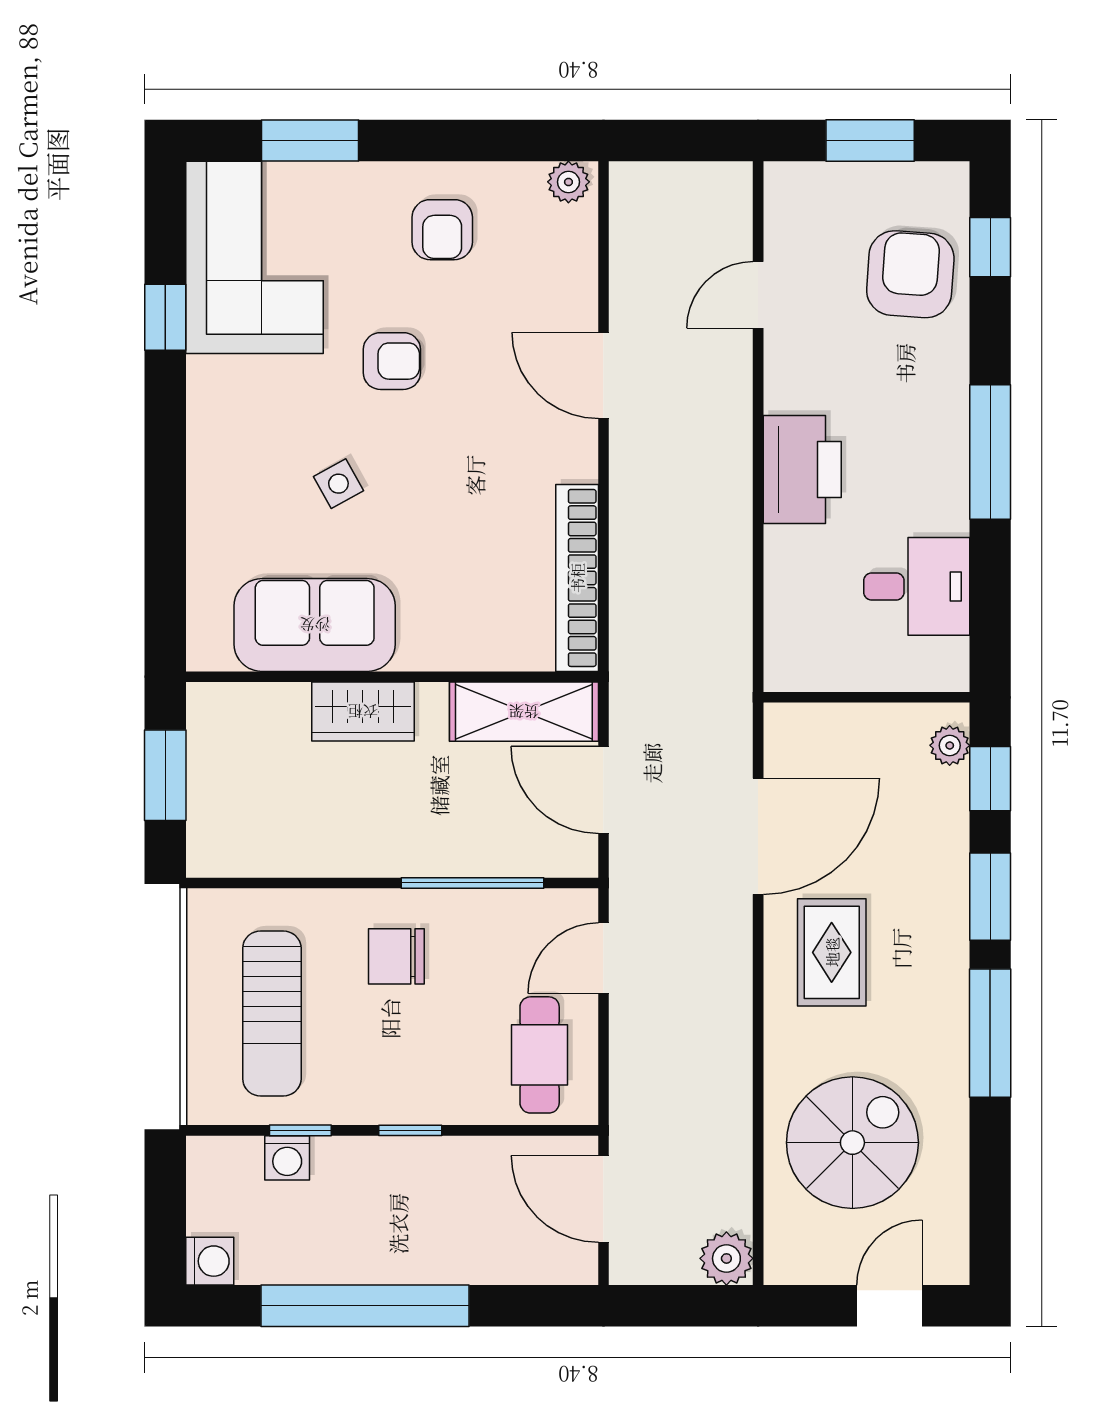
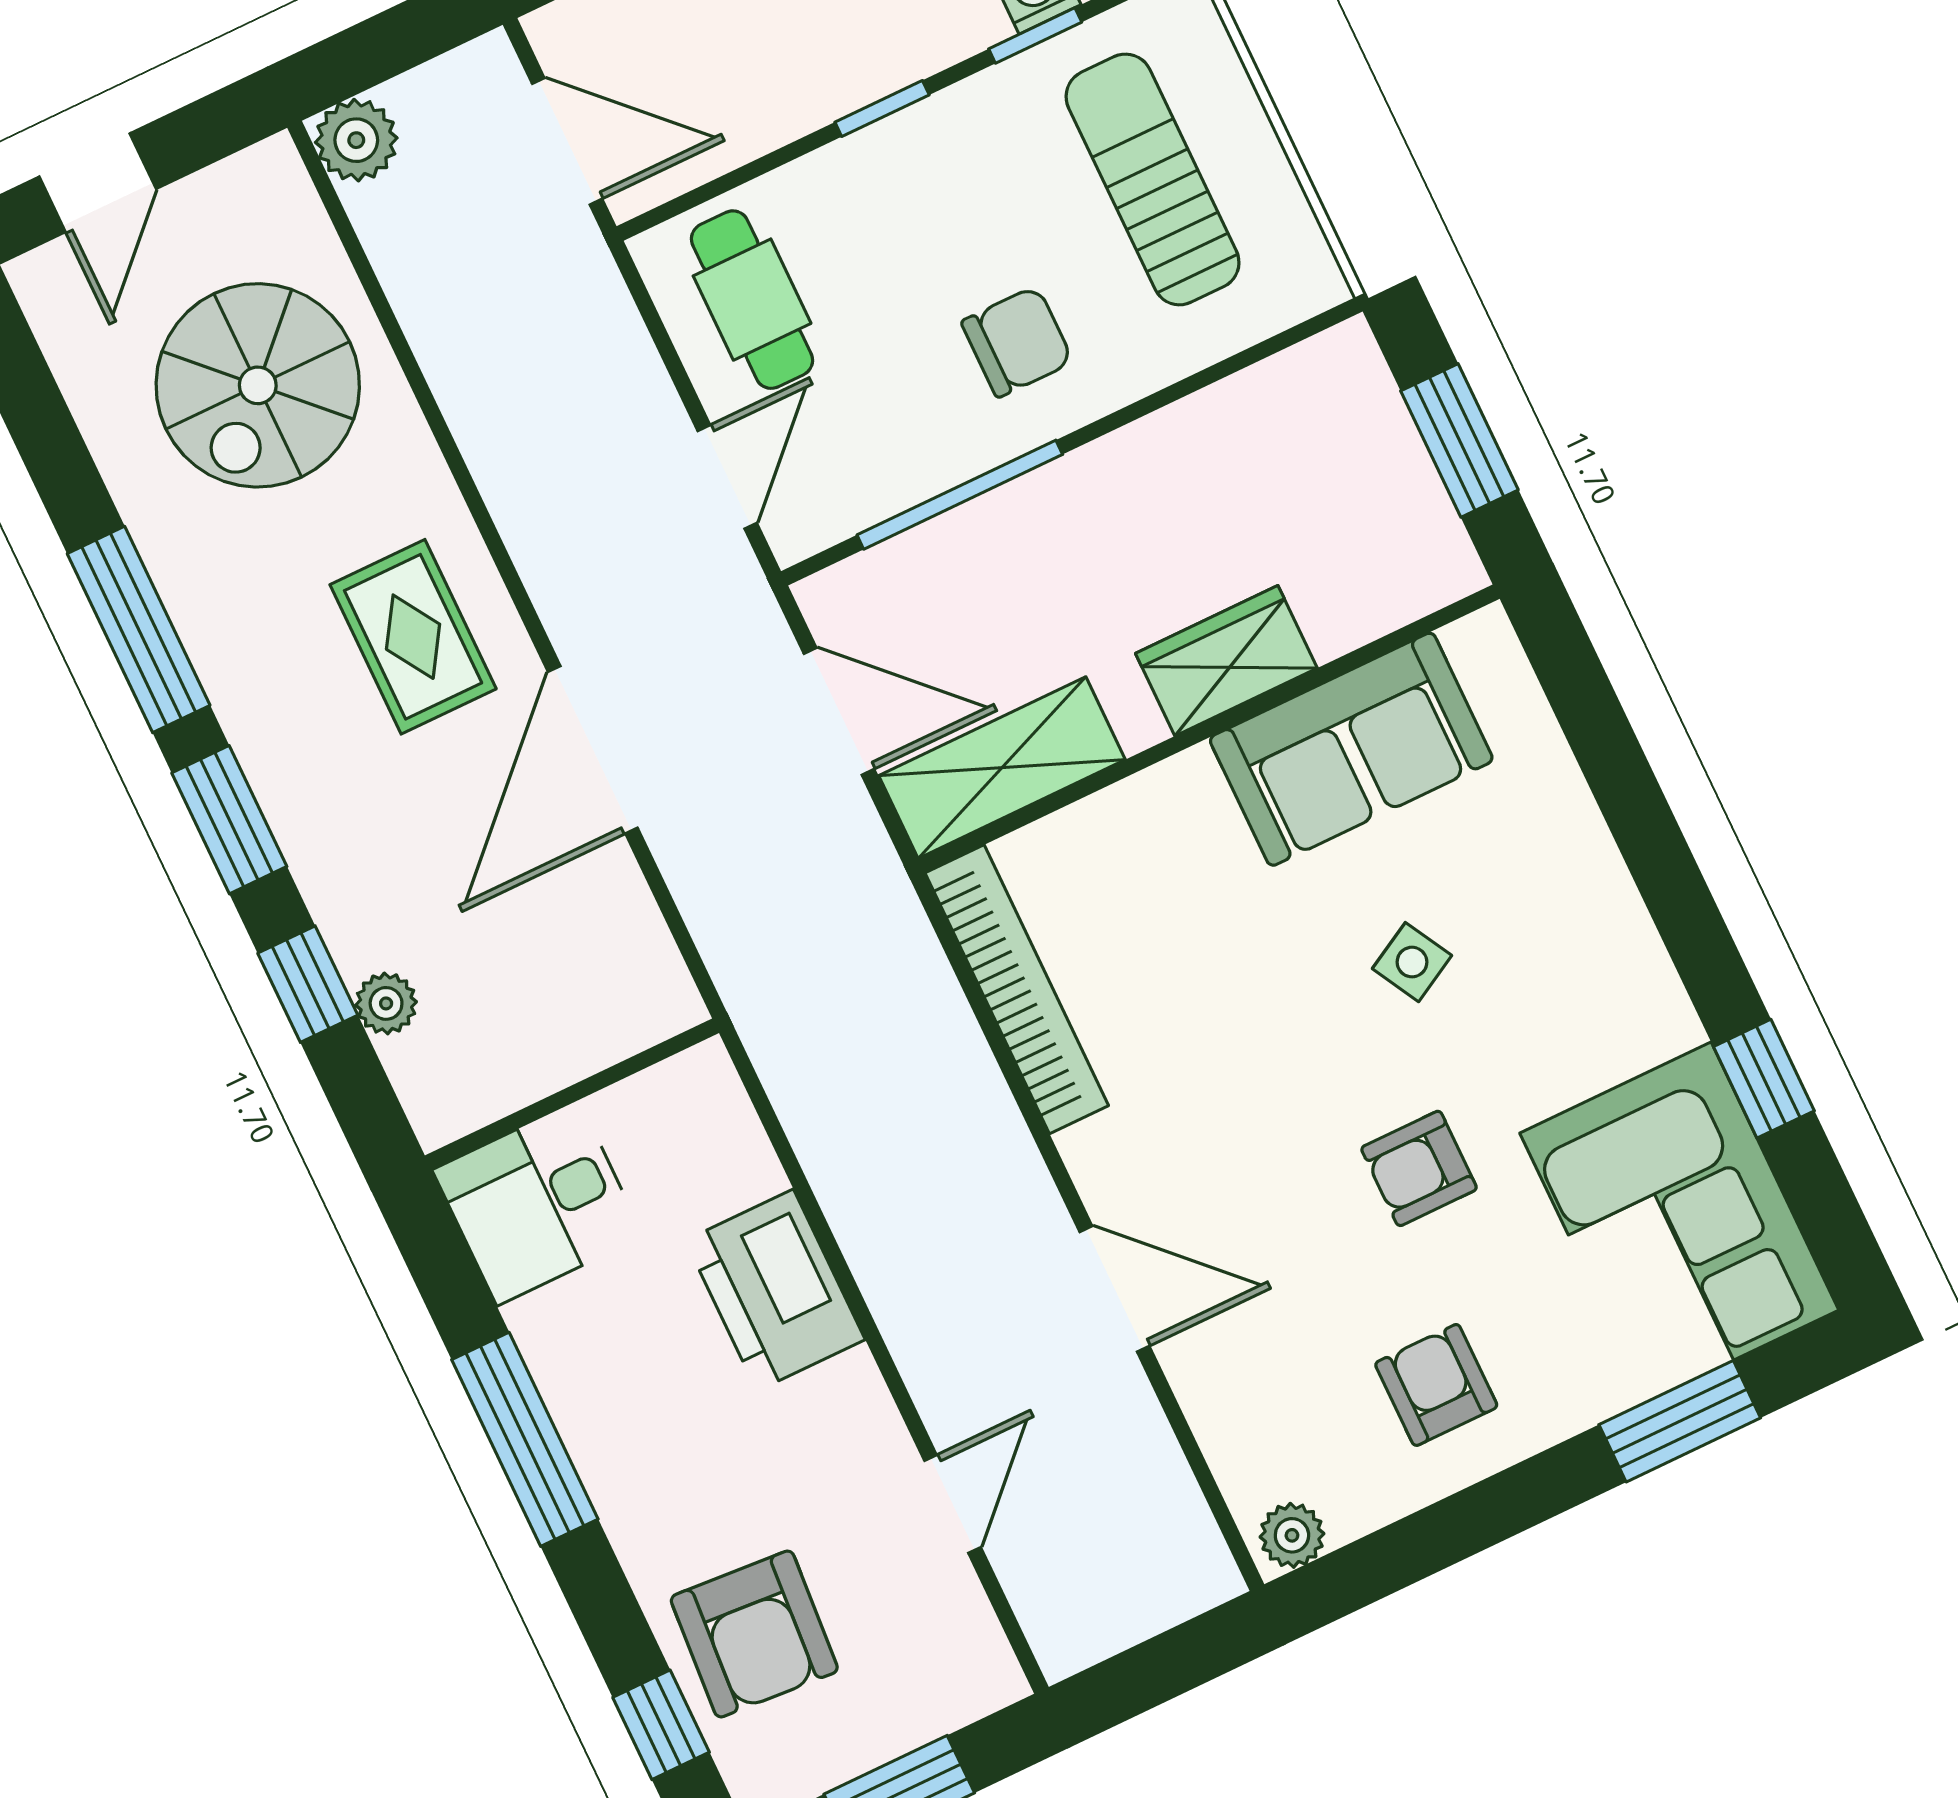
wall: (866, 697) -> (572, 1094), moved

